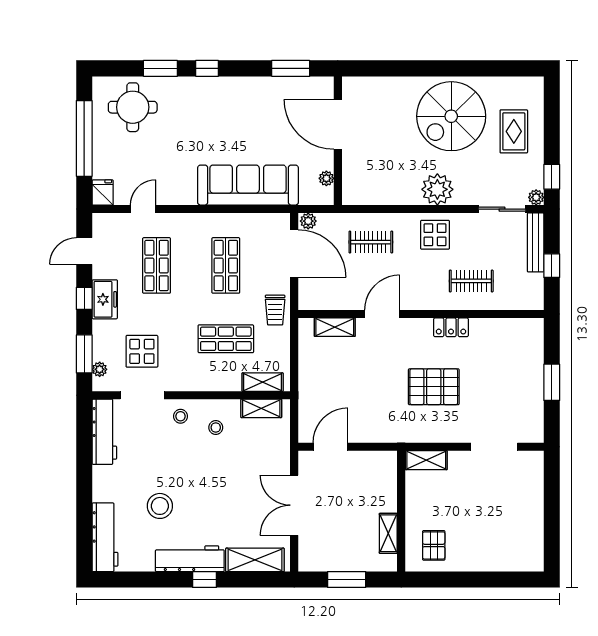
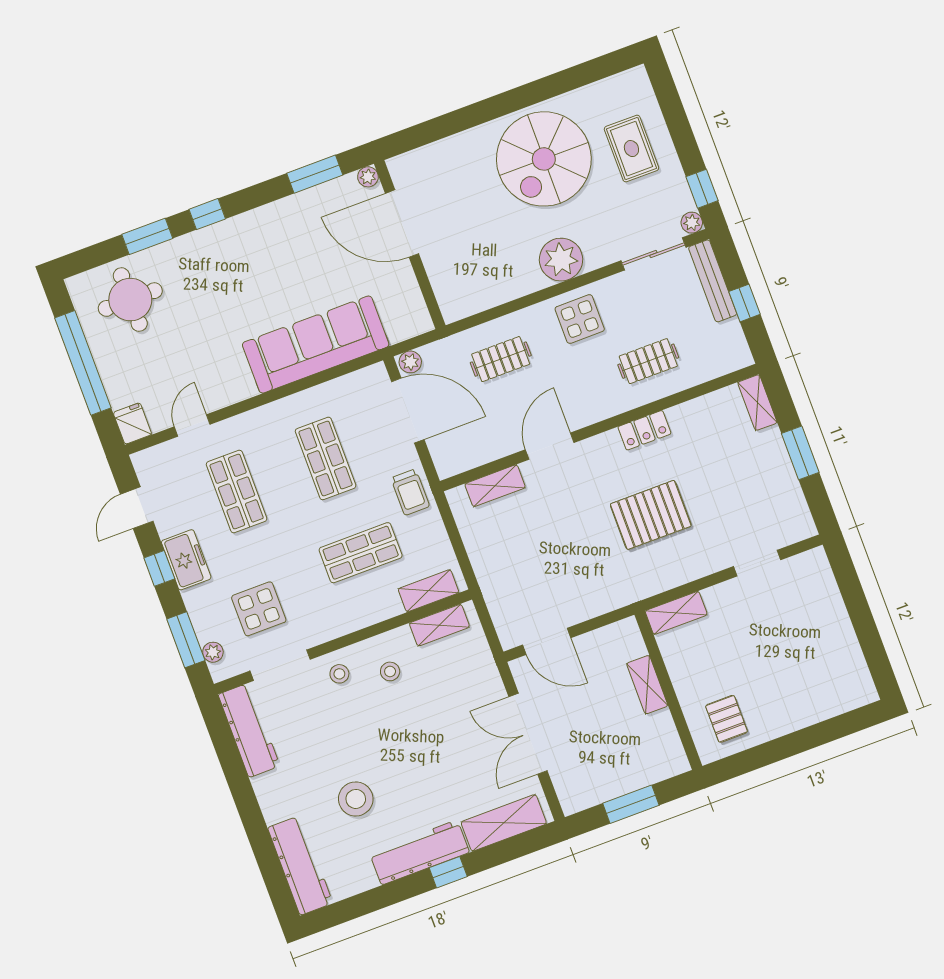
plant: (326, 178) -> (368, 177), moved
shelving: (535, 337) -> (757, 403), added
door: (330, 447) -> (547, 641), swing flipped
doorway: (494, 447) -> (757, 563), width x0.73
shelving: (388, 533) -> (647, 685), moved

